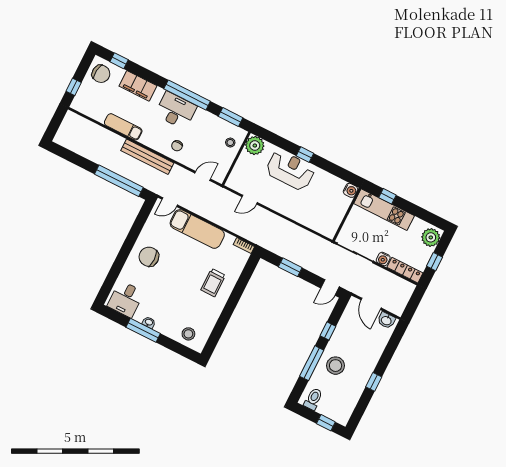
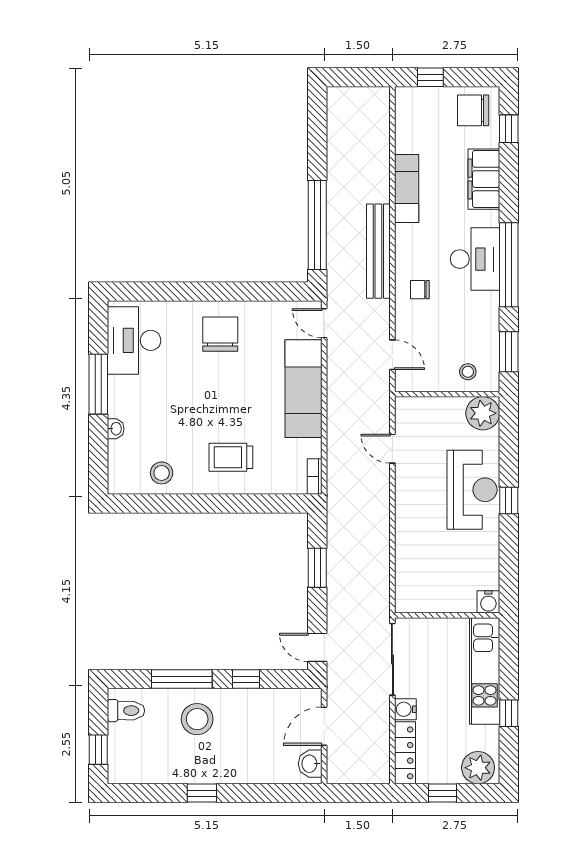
chair: (101, 74) -> (473, 110), turned 83
window: (387, 196) -> (509, 713), moved
desk: (126, 299) -> (134, 340), width x1.37
washbasin: (149, 322) -> (116, 429), moved
stool: (188, 334) -> (162, 473), moved

